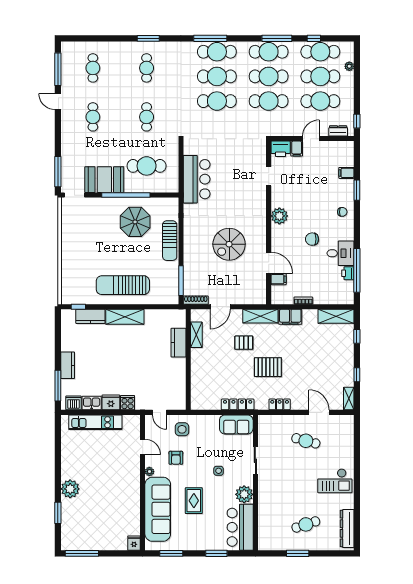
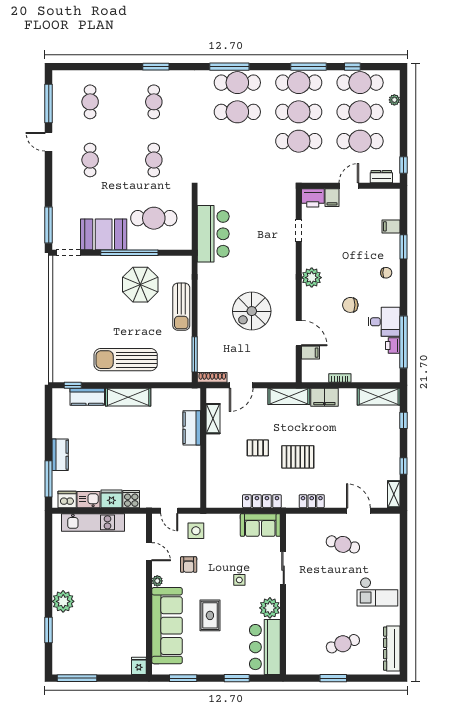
cafe table: (217, 101) -> (237, 141), removed
pallet: (244, 343) -> (258, 448), moved

